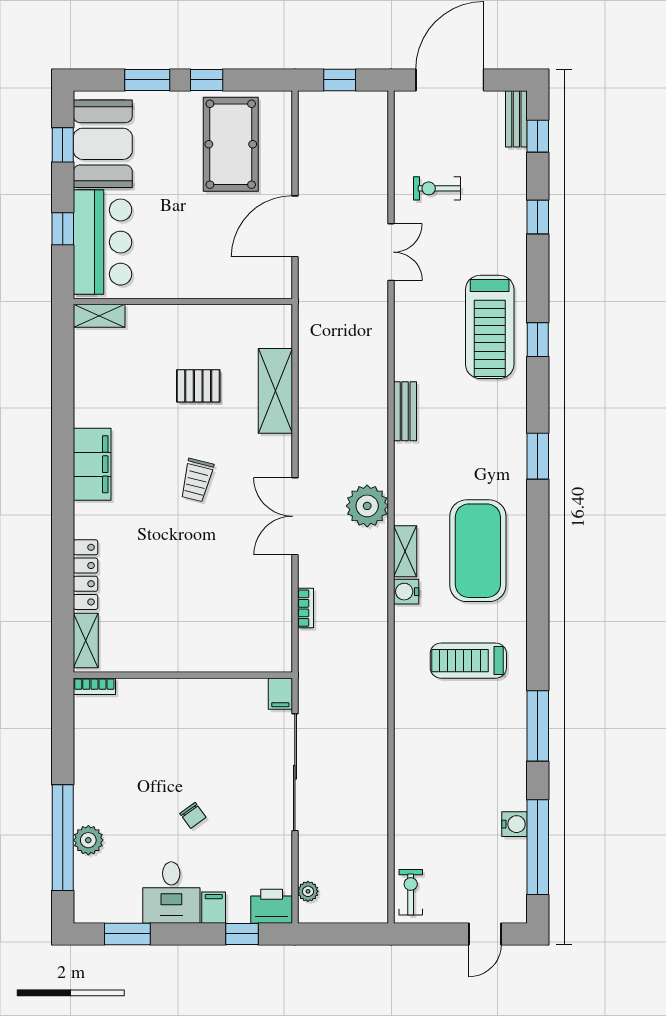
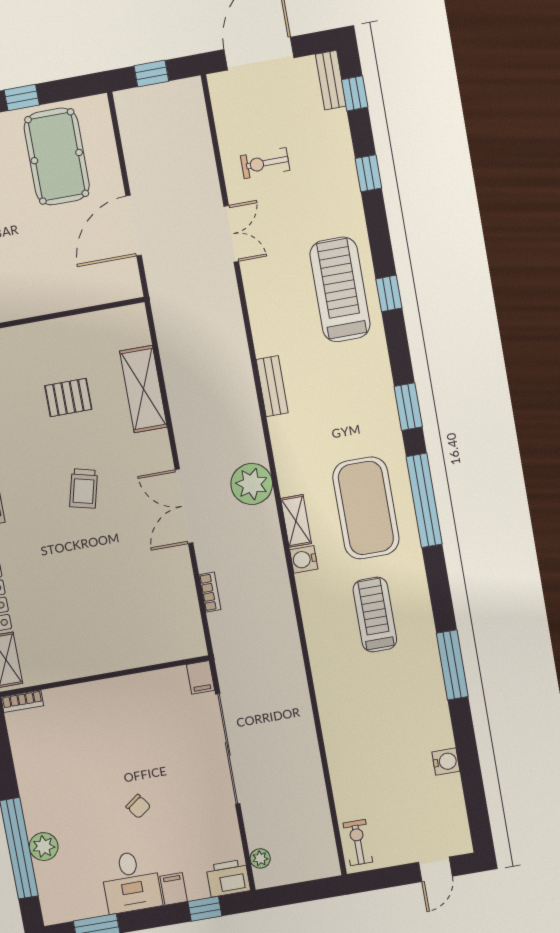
treadmill: (490, 327) -> (340, 289), turned 180
treadmill: (468, 661) -> (375, 615), turned 90
window: (538, 847) -> (424, 500), moved

